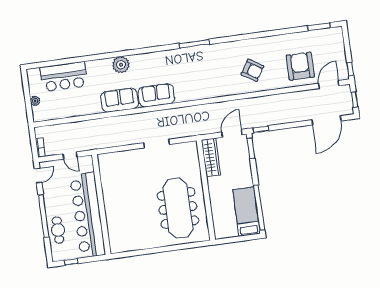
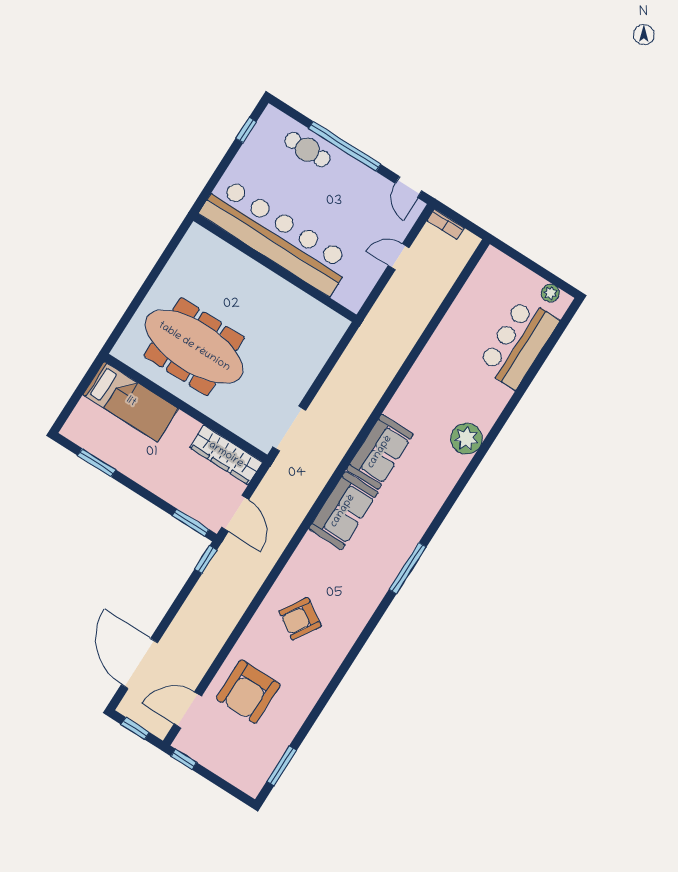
armchair: (300, 66) -> (248, 692), turned 90
door: (329, 85) -> (188, 710), swing flipped
sofa: (120, 100) -> (343, 511), moved
plant: (35, 101) -> (550, 293), moved
doorway: (156, 144) -> (289, 429), moved
wall: (101, 204) -> (275, 268), moved
window: (259, 208) -> (97, 463), width x0.47
bed: (247, 212) -> (131, 402), moved
bar counter: (88, 215) -> (276, 236), moved

